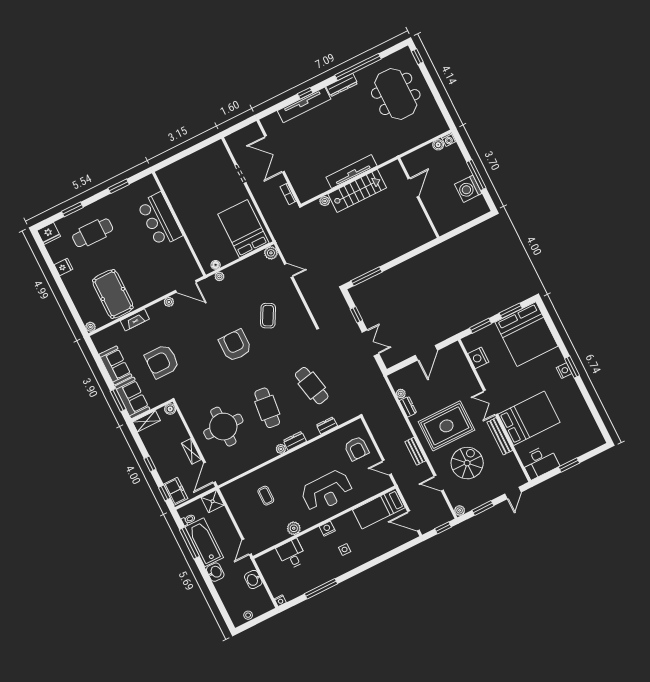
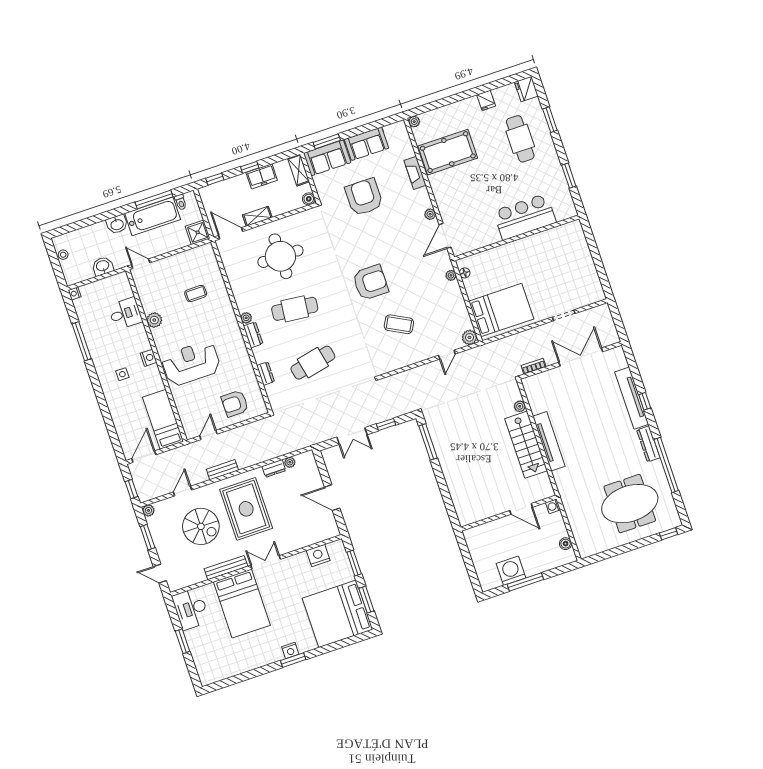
washing machine: (448, 140) -> (553, 506), moved
freezer: (176, 491) -> (262, 176), moved
reception desk: (327, 491) -> (191, 363), turned 90

